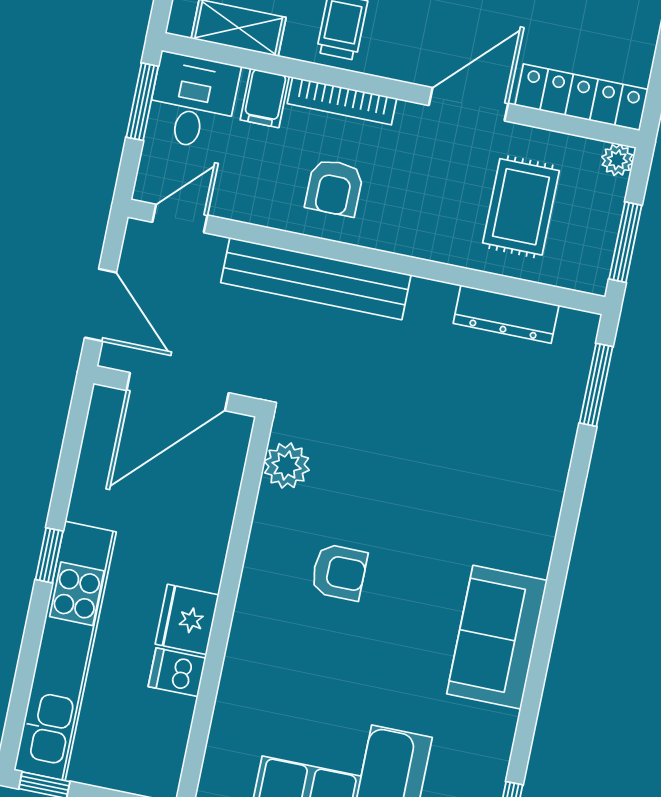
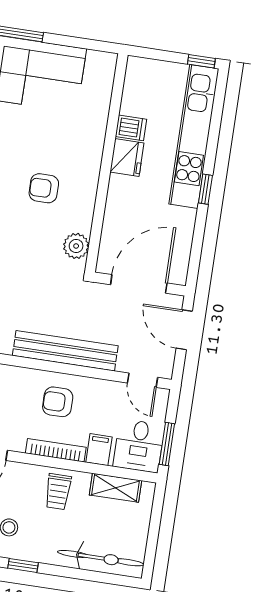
armchair: (334, 188) -> (58, 402), turned -90
door: (180, 219) -> (143, 380), hinge flipped

